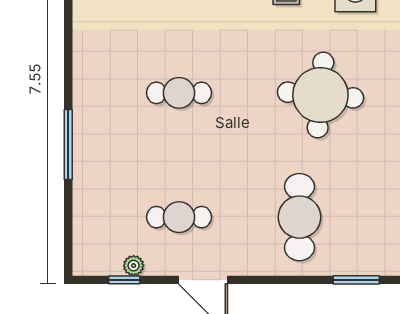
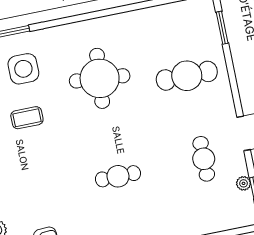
cafe table: (179, 93) -> (118, 176), turned 90

